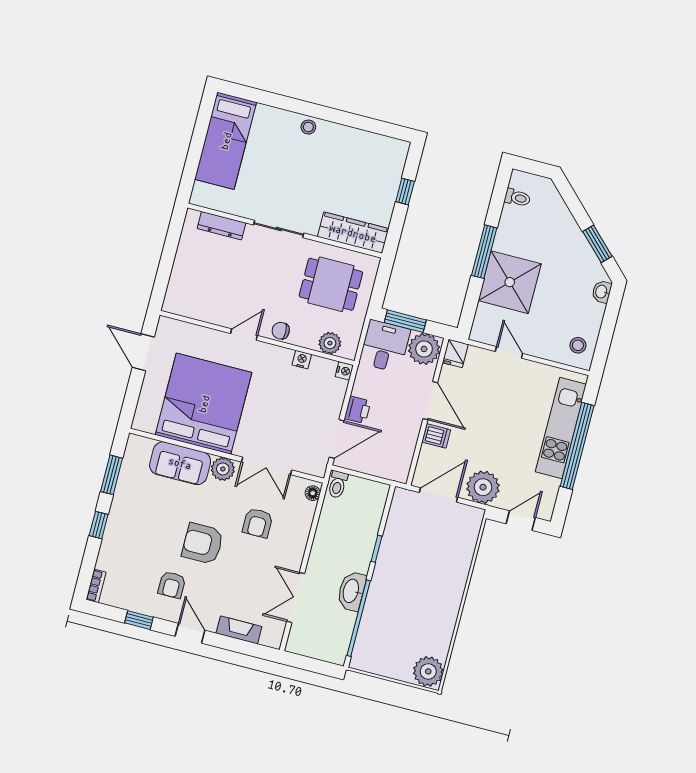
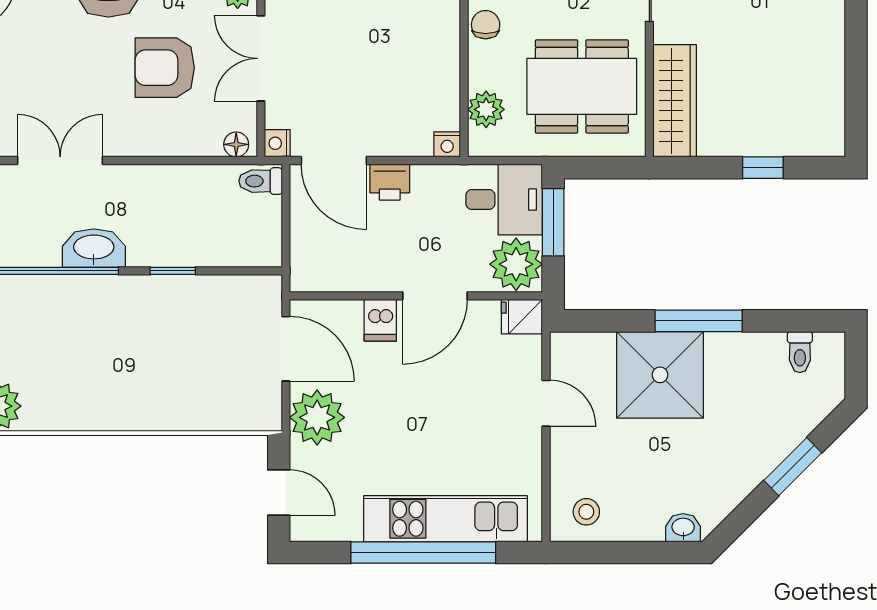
window: (597, 244) -> (793, 467), moved
dining table: (331, 284) -> (582, 86), width x1.38
door: (509, 352) -> (546, 403), hinge flipped
nightstand: (302, 360) -> (277, 143), moved, turned 180
armchair: (258, 523) -> (165, 68), width x1.38, depth x1.38

